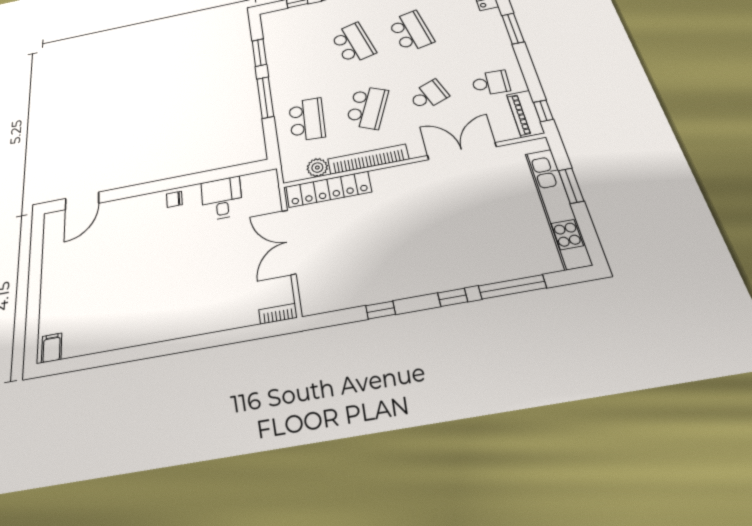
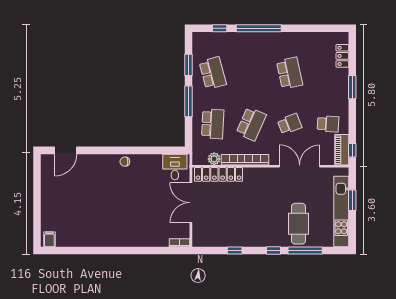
school desk: (353, 43) -> (213, 73), moved
desk: (222, 198) -> (175, 167), moved
cafe table: (486, 242) -> (298, 224), added

